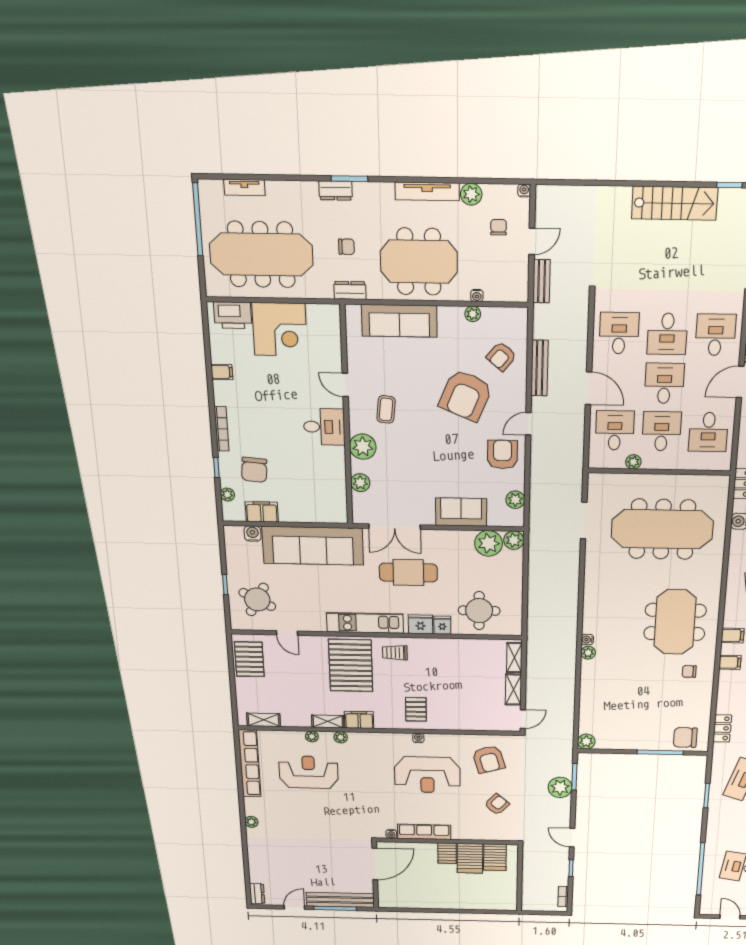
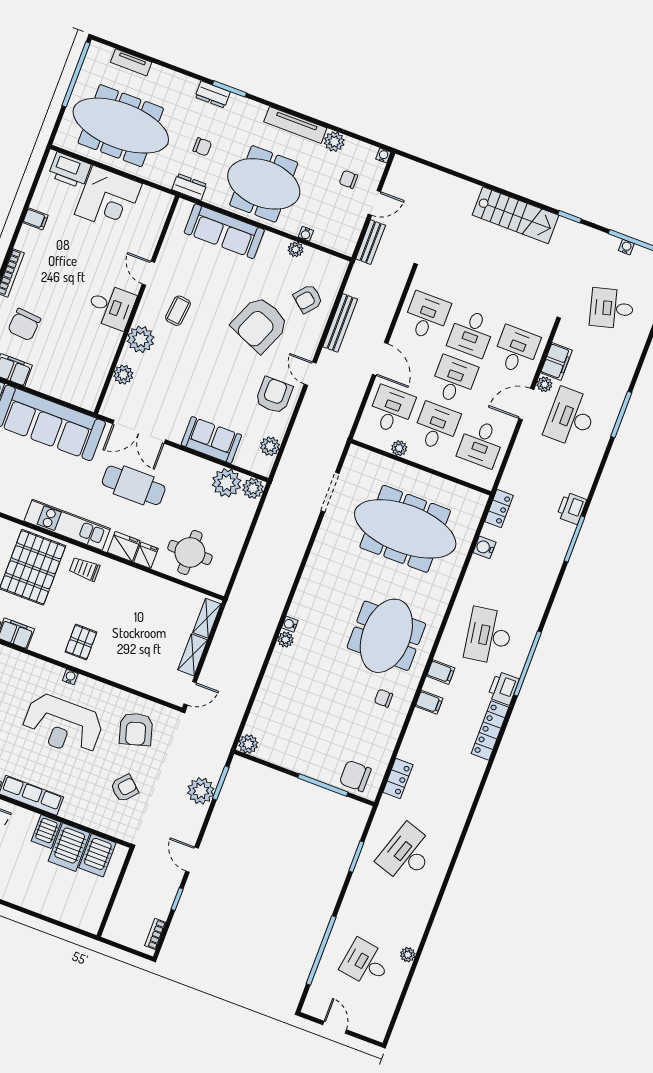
chair: (499, 227) -> (348, 179), turned -90
door: (528, 424) -> (310, 374), hinge flipped

